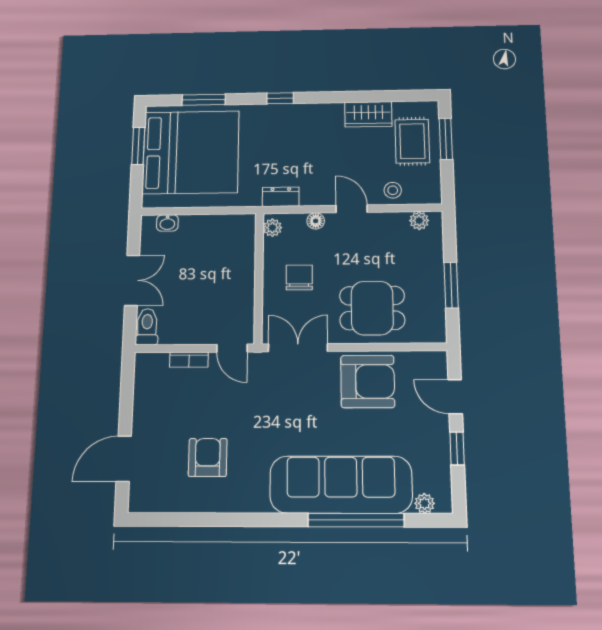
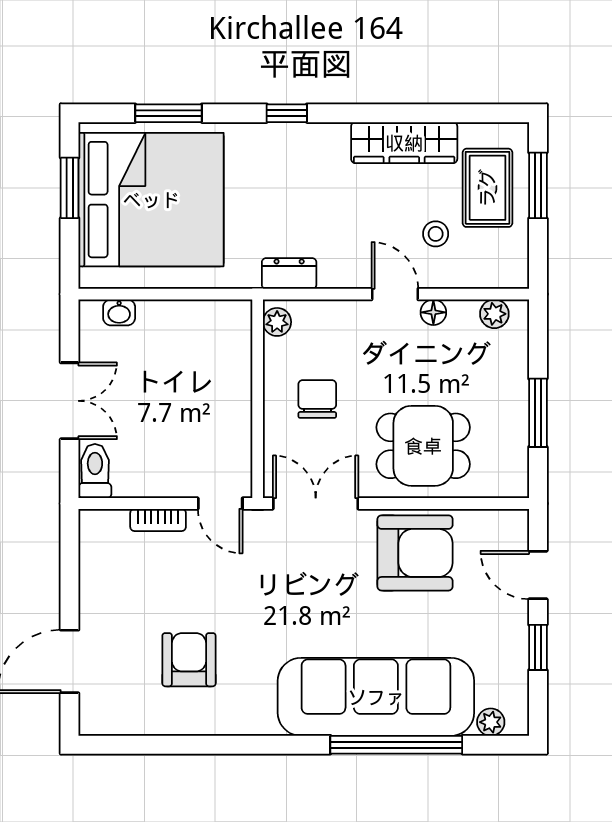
wardrobe: (368, 114) -> (404, 143), width x1.50
stool: (393, 190) -> (436, 234), moved
floor lamp: (316, 221) -> (433, 312), moved

